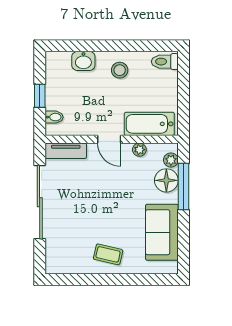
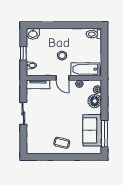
washbasin: (83, 61) -> (33, 34), moved
stool: (120, 70) -> (62, 56), moved
window: (183, 186) -> (104, 134), moved
sliding door: (40, 202) -> (23, 113), width x0.54

